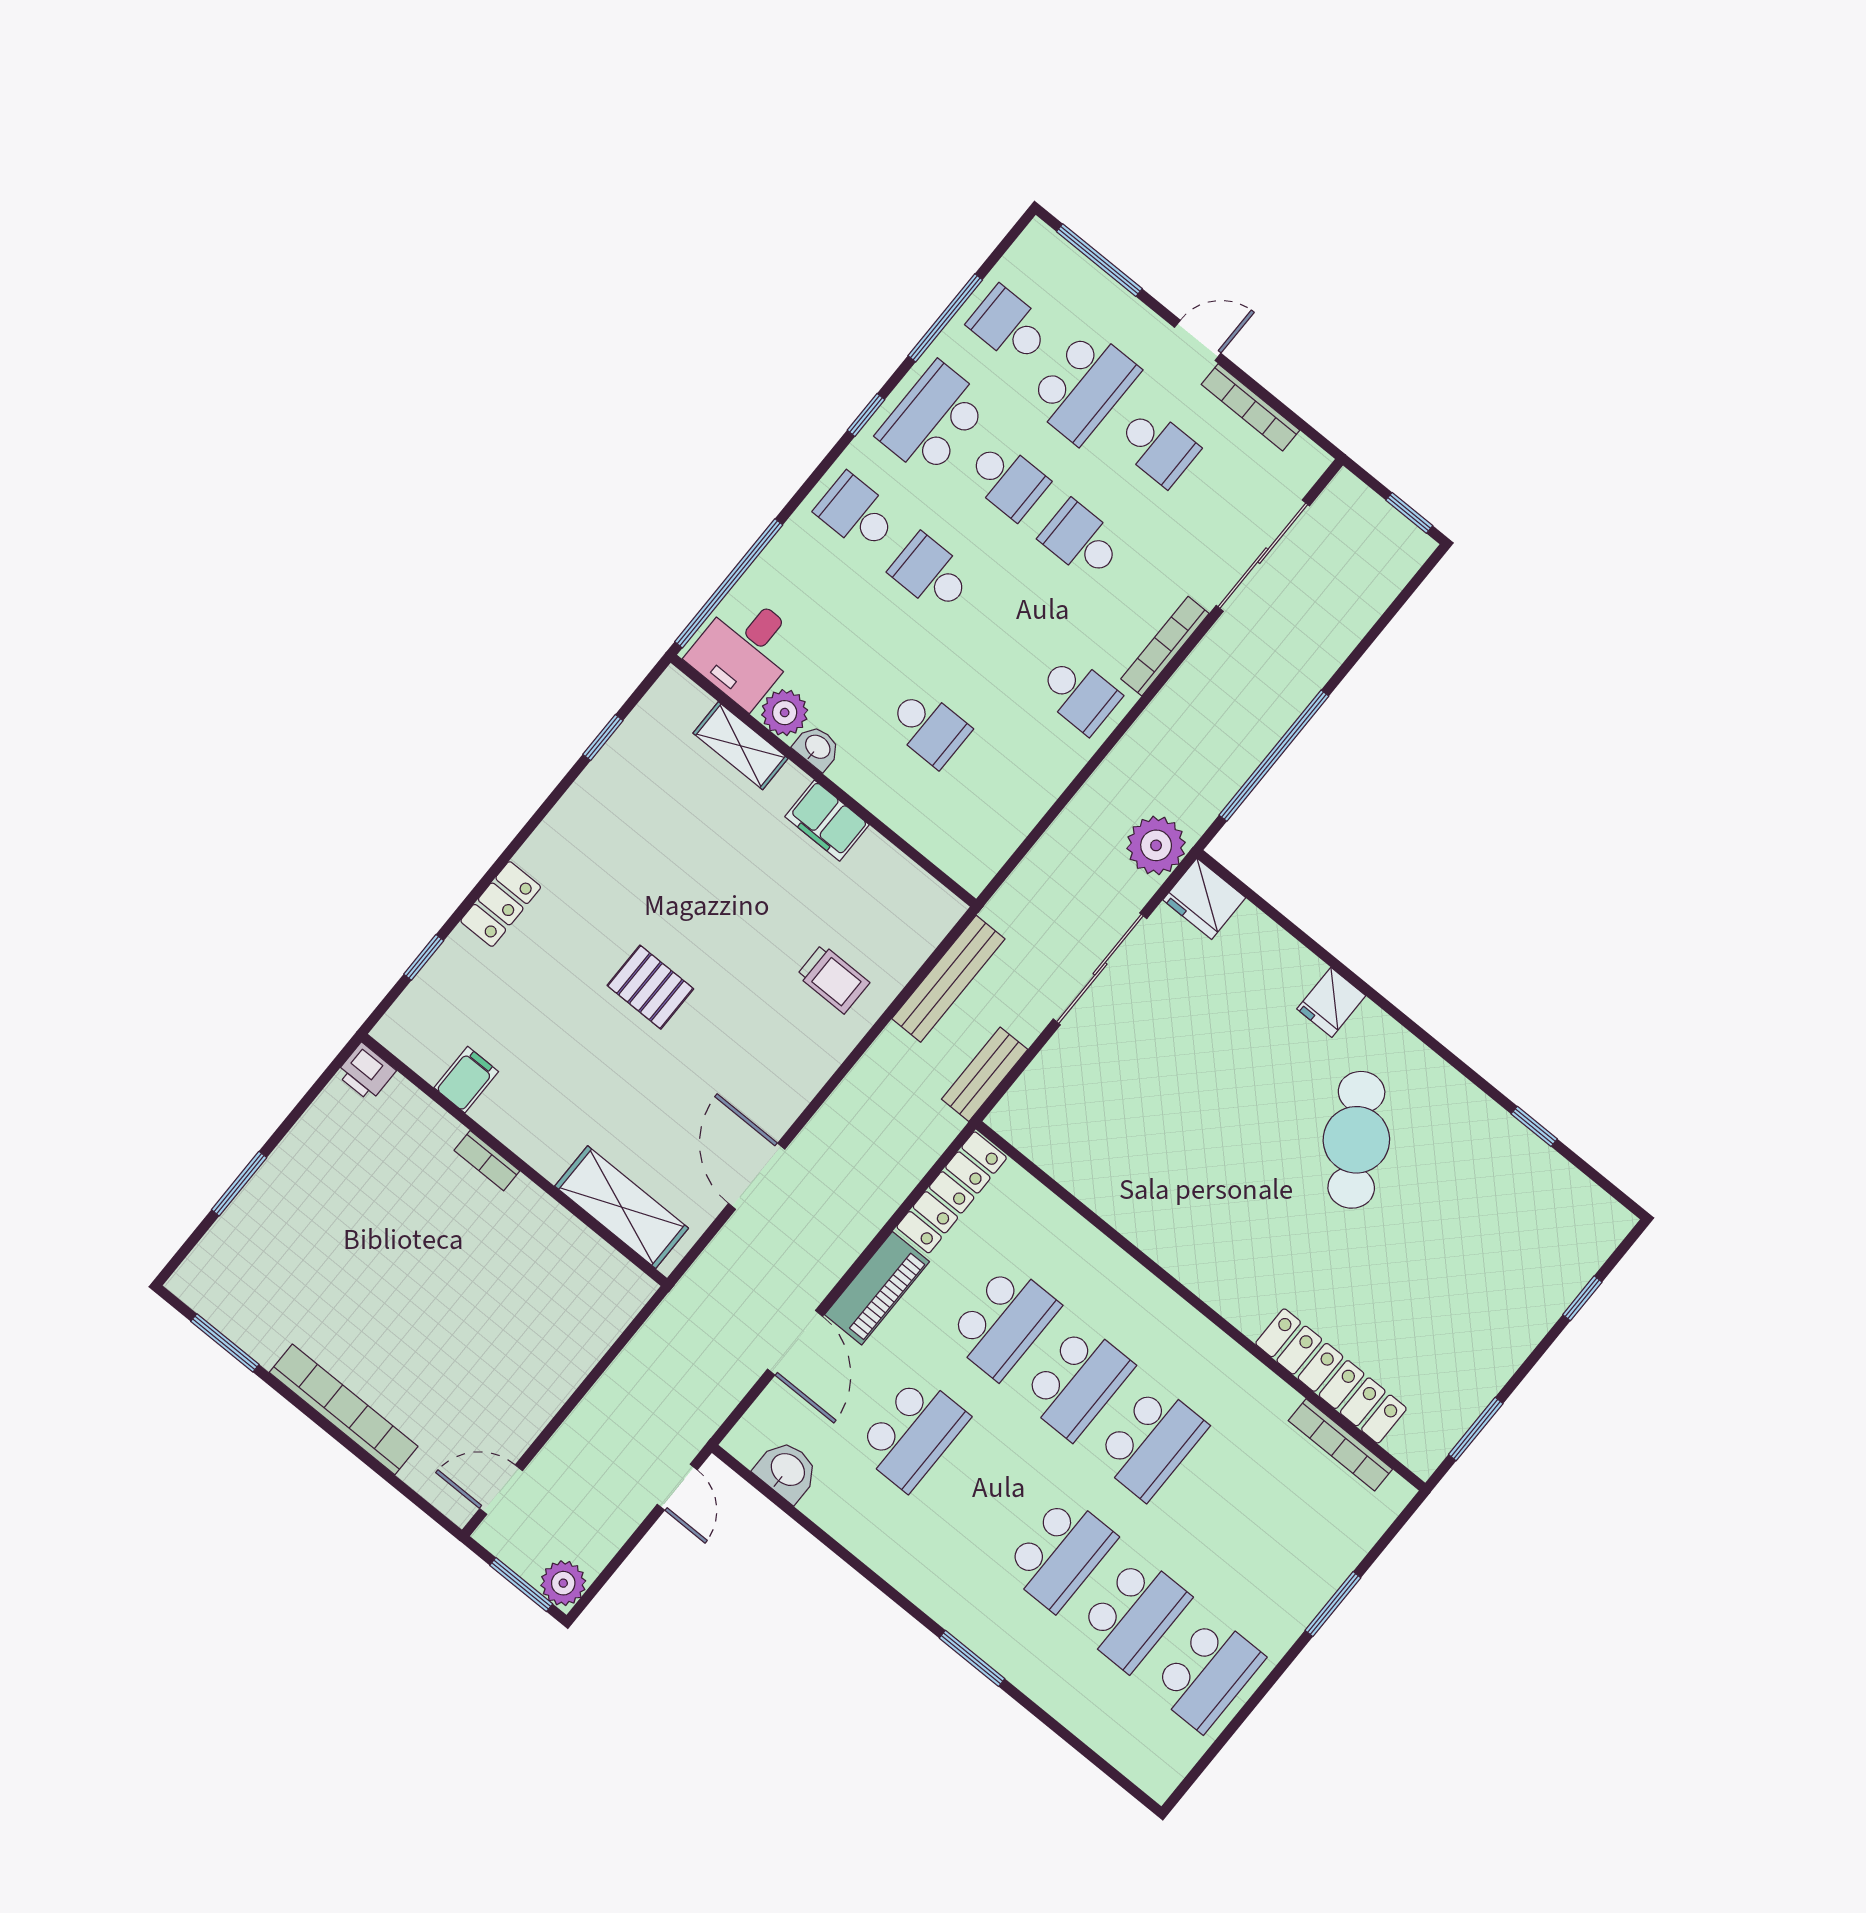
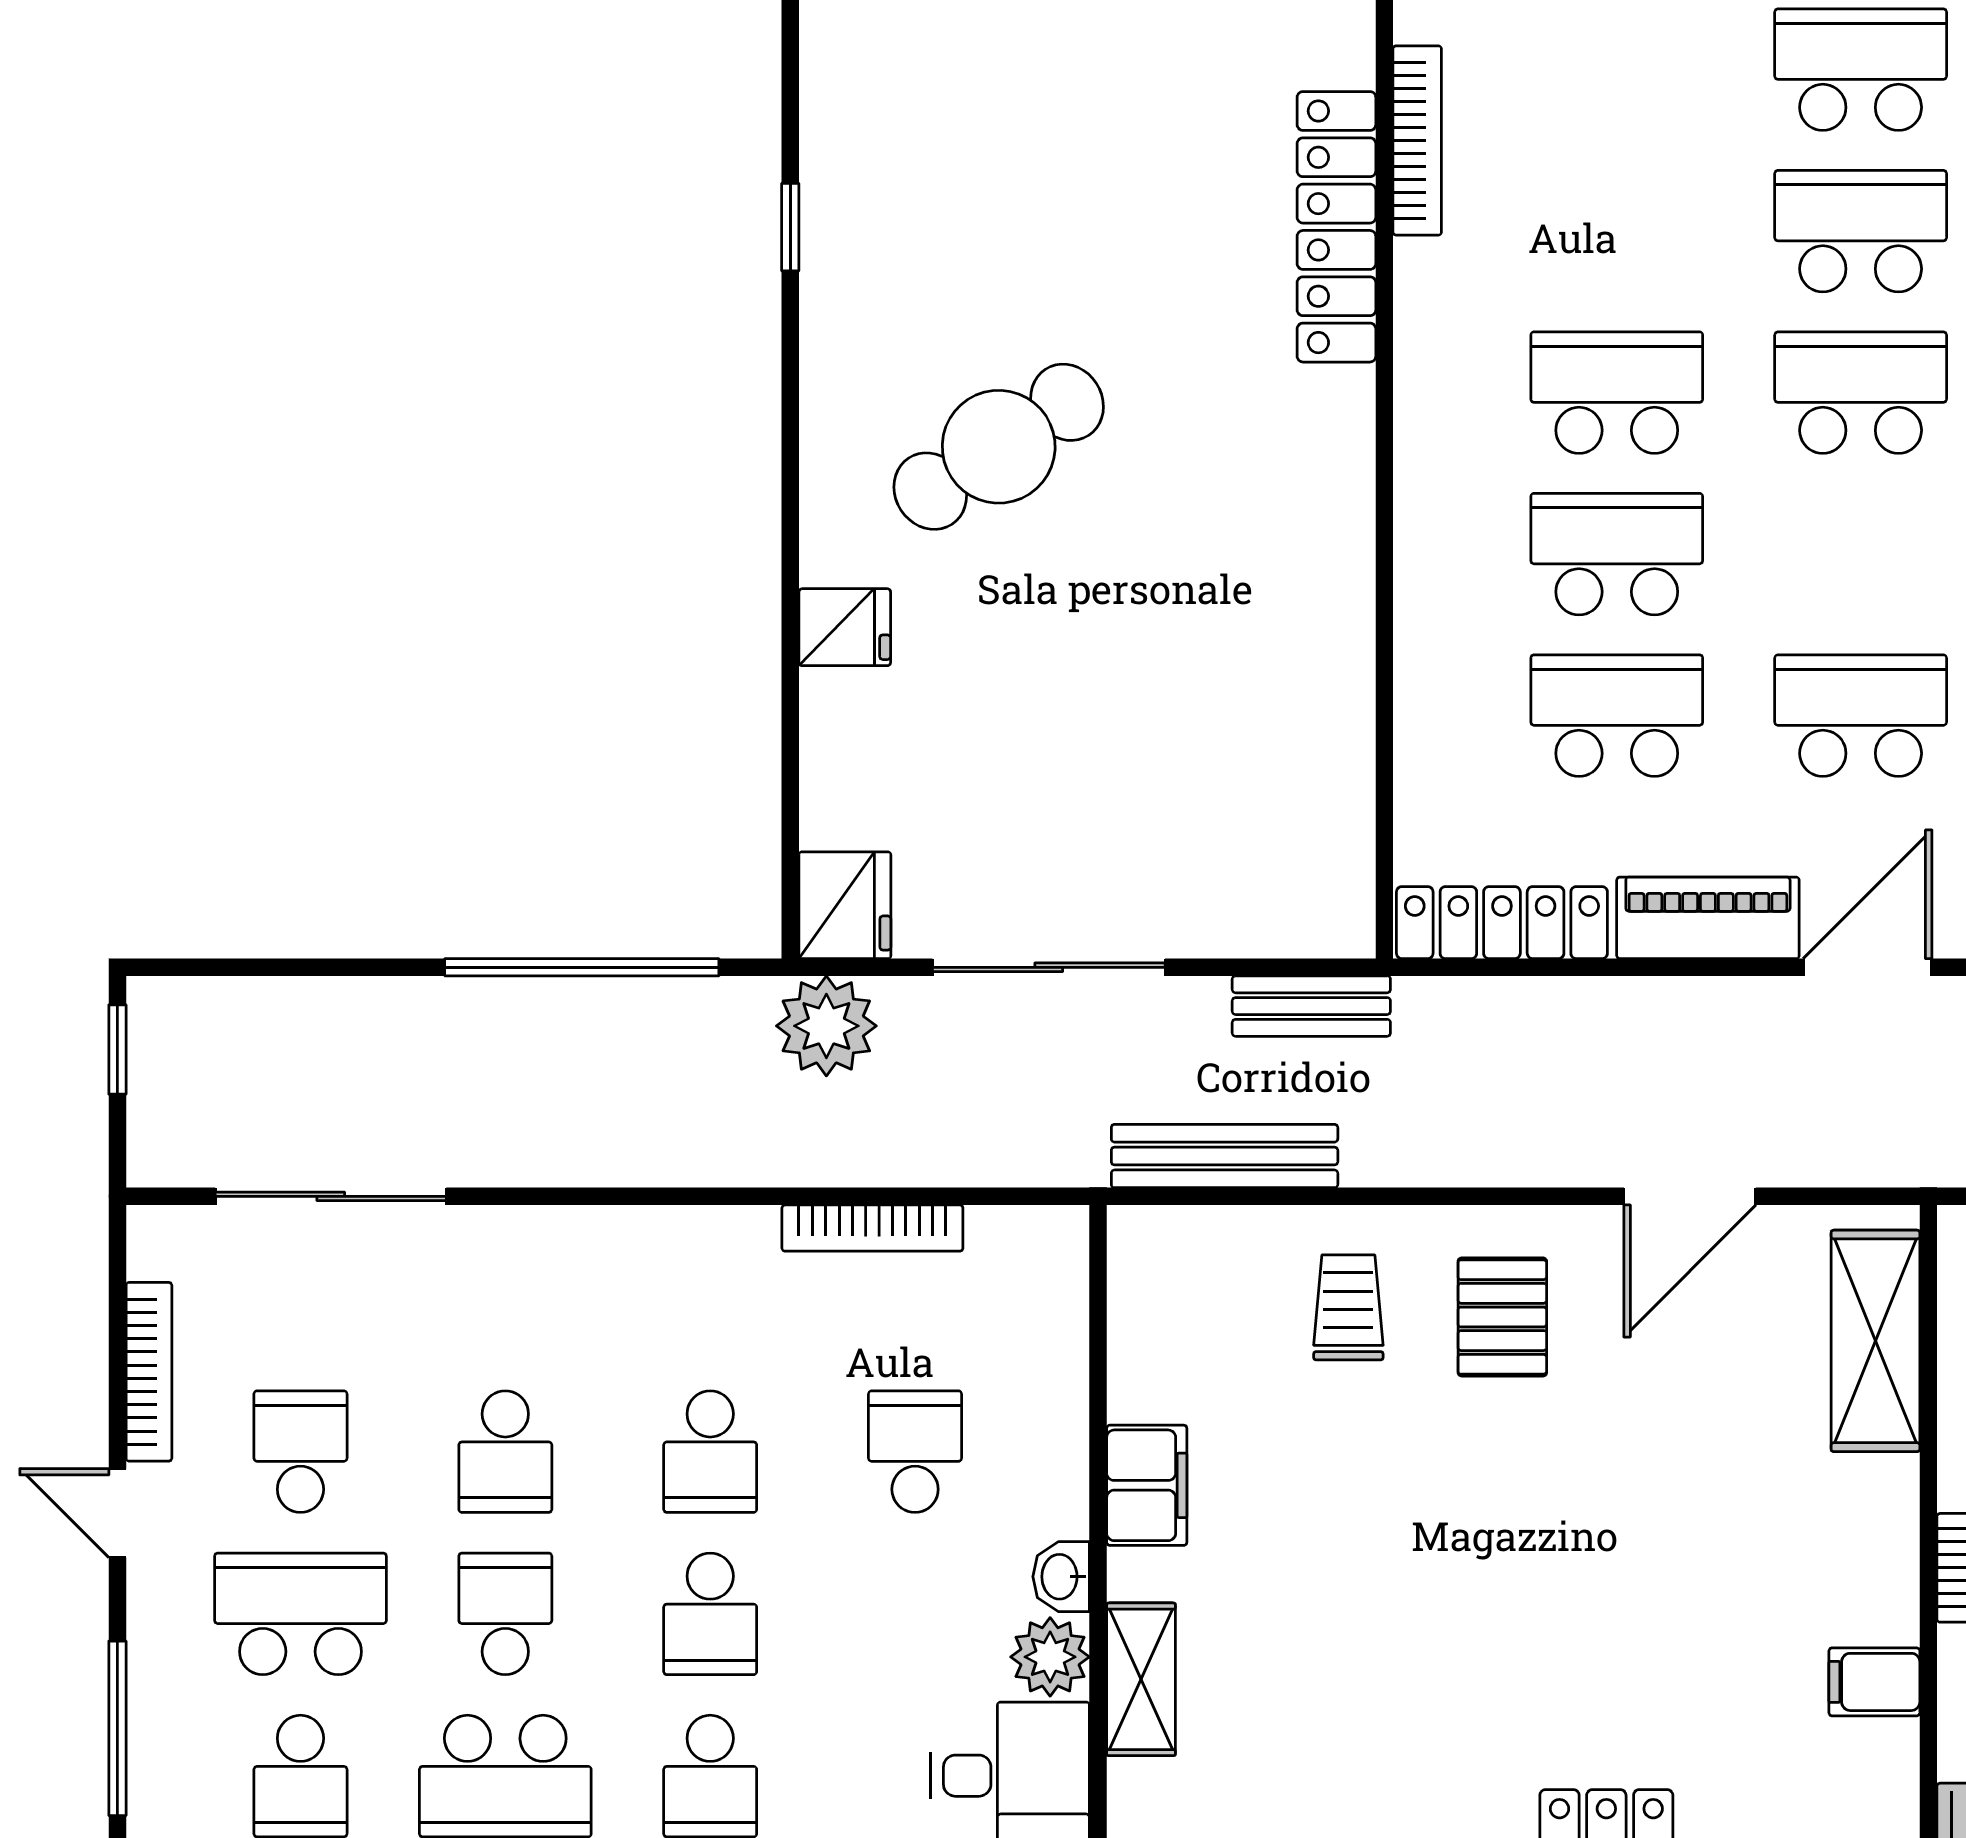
bookcase: (1165, 646) -> (872, 1228), moved
school desk: (1079, 694) -> (710, 1452), moved, turned 180
pallet: (650, 987) -> (1502, 1317), moved

